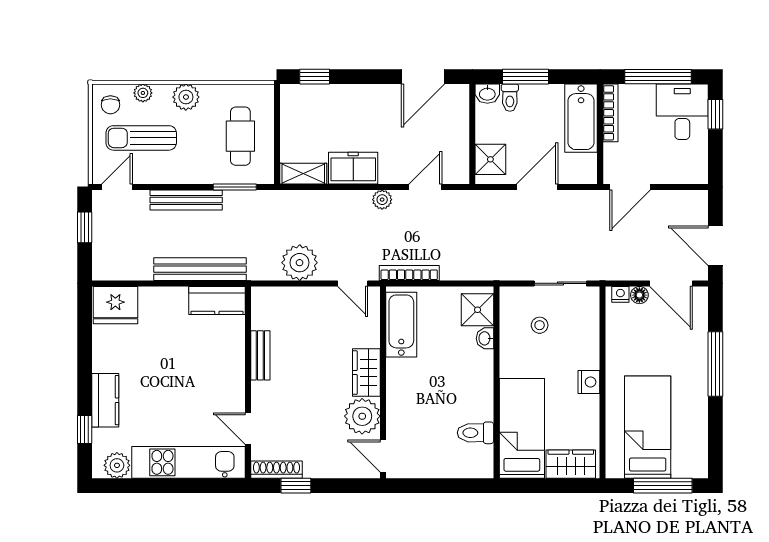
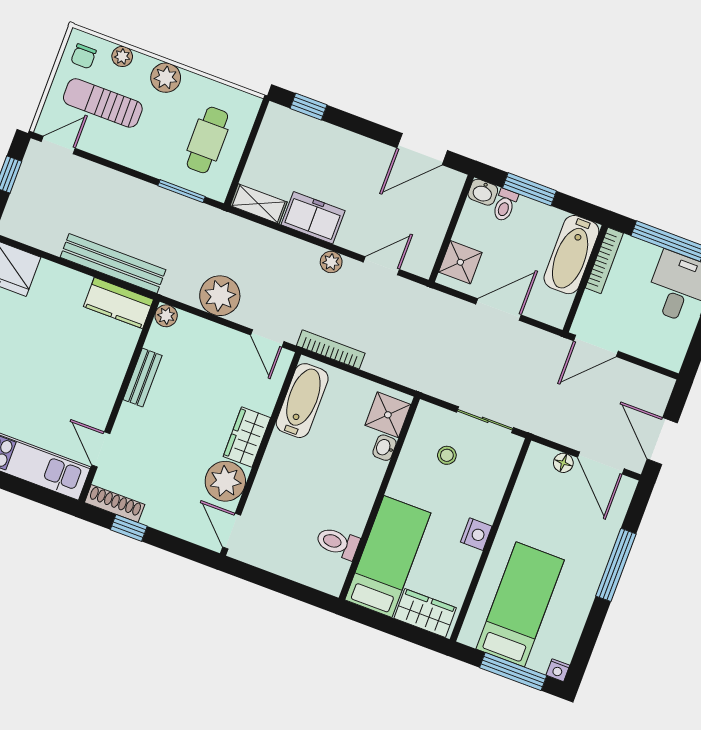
bench: (186, 200) -> (126, 186), removed
nightstand: (620, 294) -> (558, 670), moved, turned 180
plant: (261, 296) -> (166, 316), added

